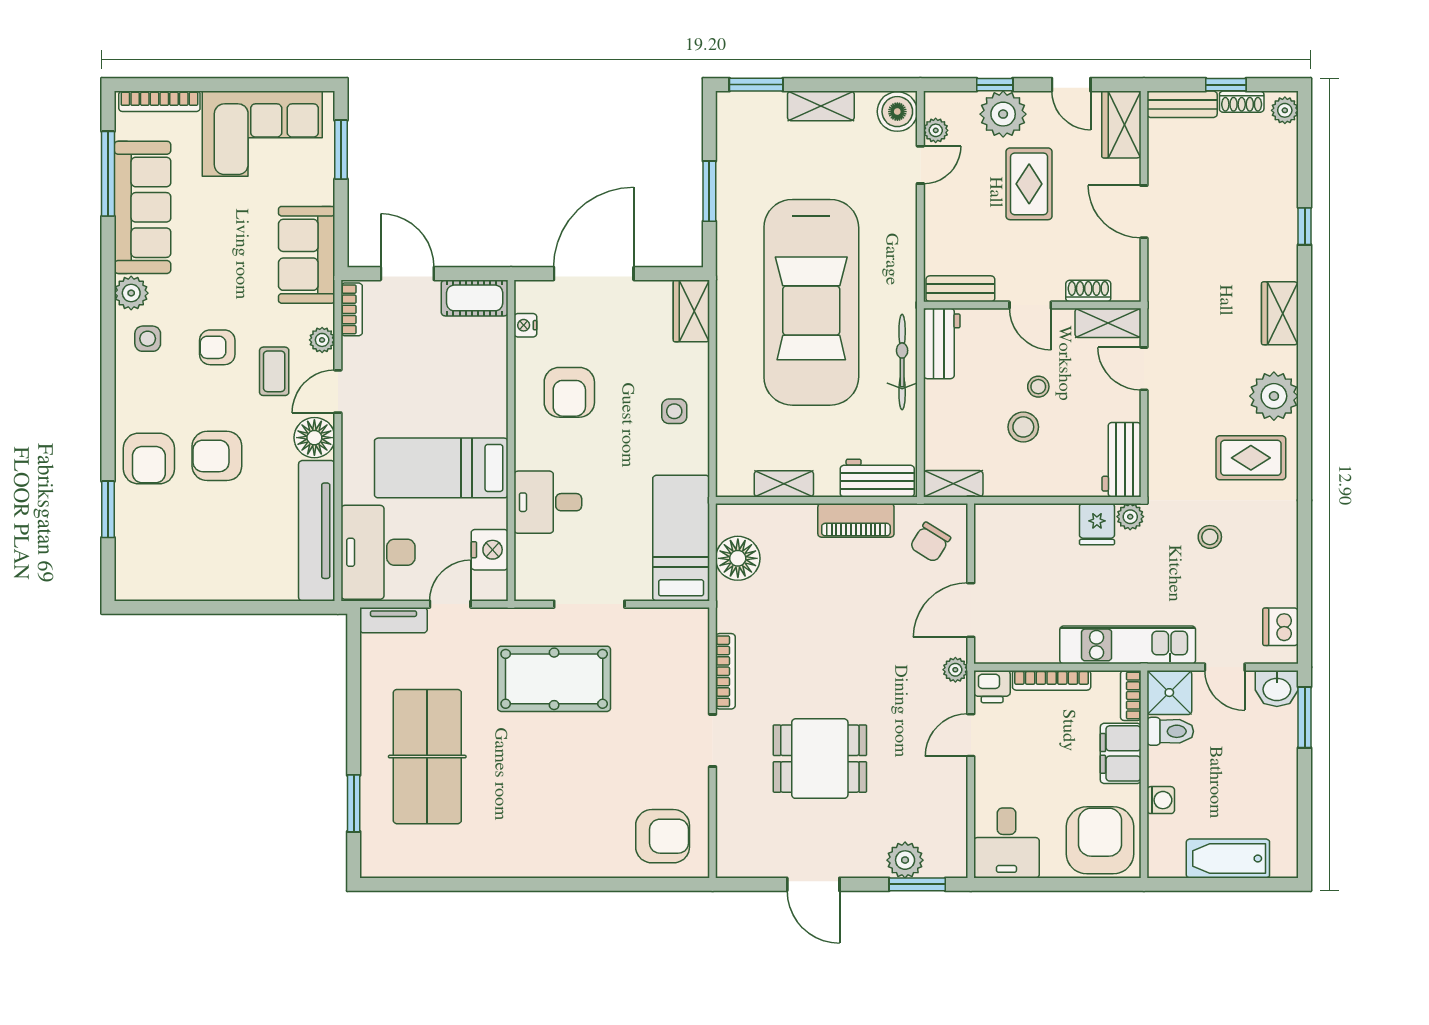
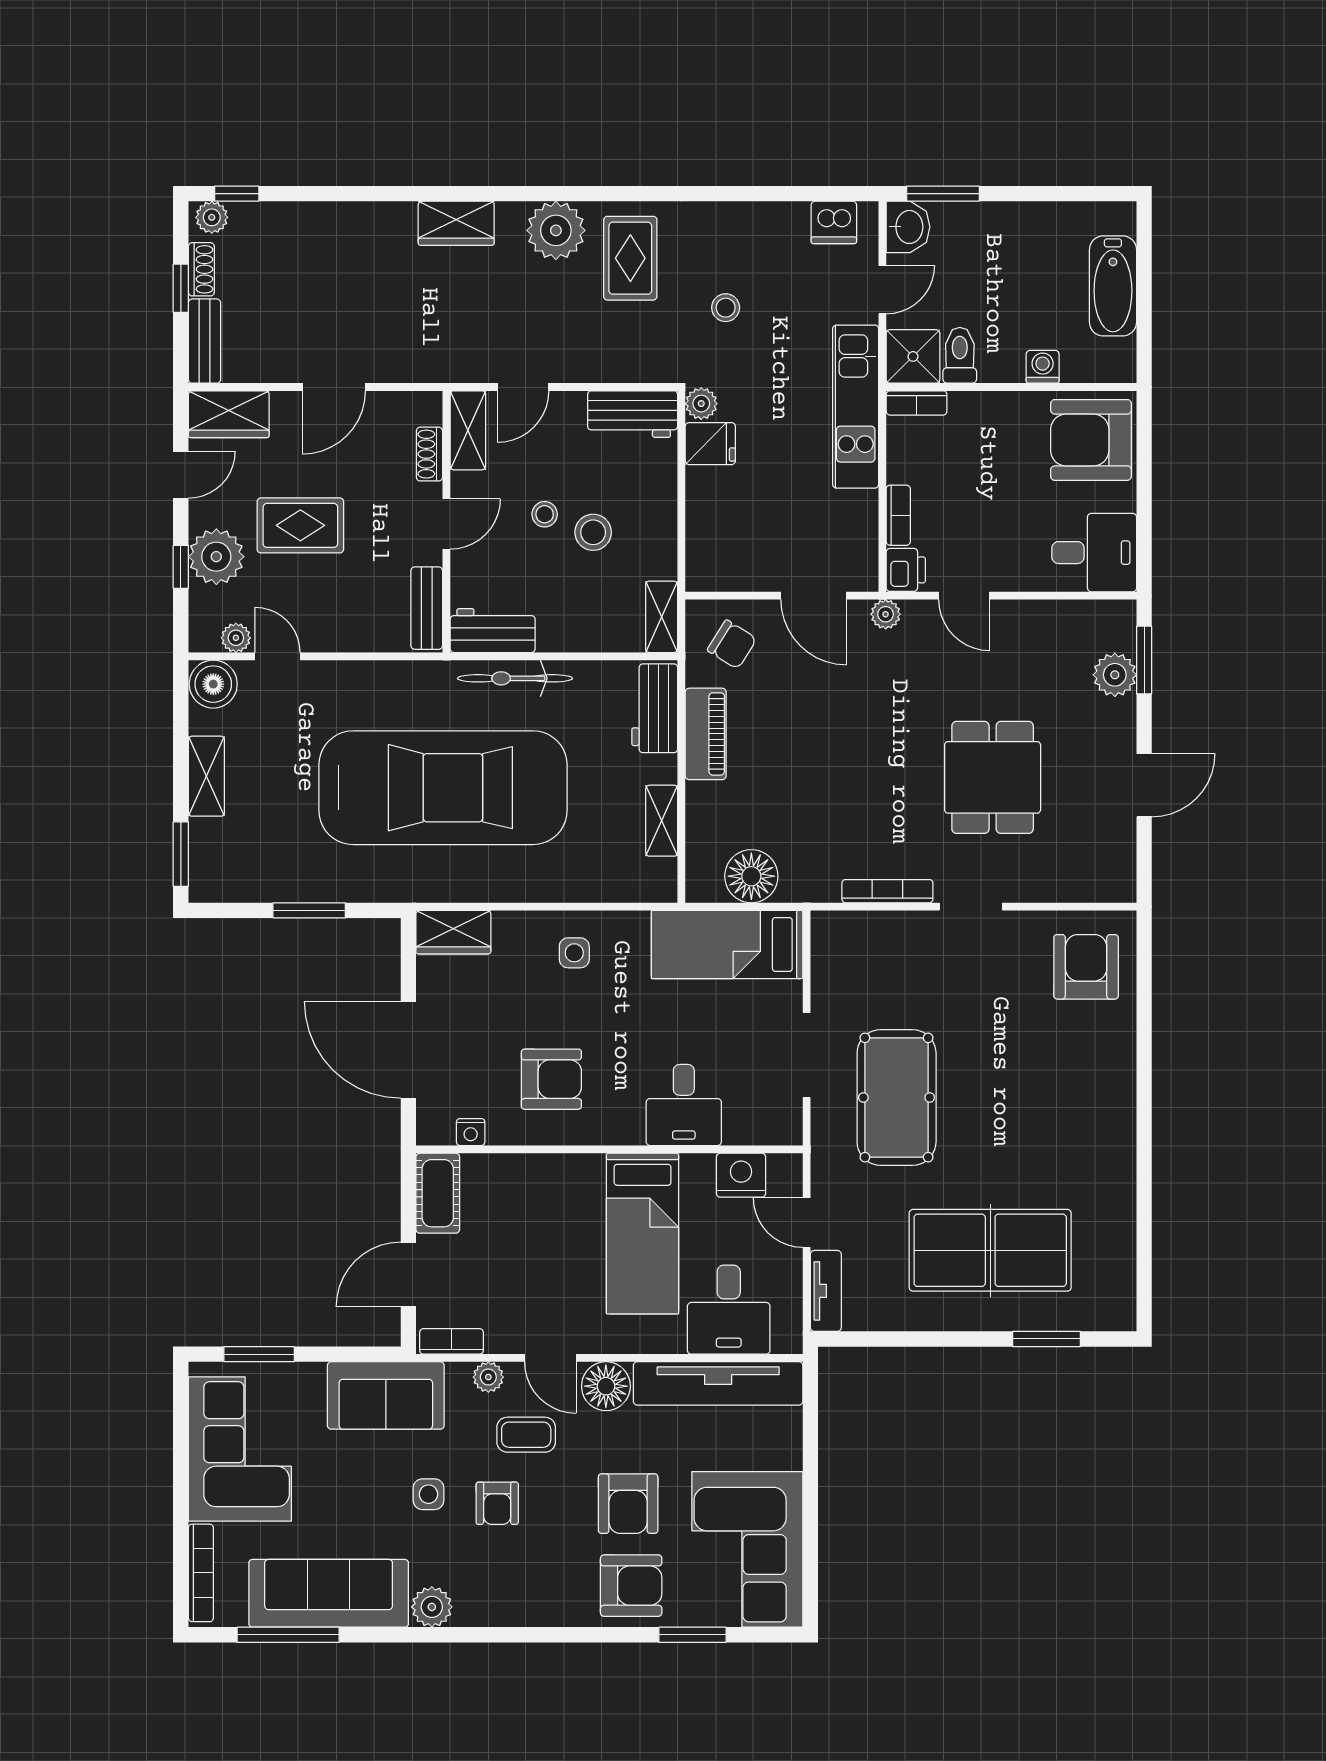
window: (1305, 226) -> (237, 194), moved
side table: (148, 339) -> (428, 1494), moved
desk: (378, 552) -> (729, 1310), width x0.73
corner sofa: (179, 555) -> (747, 1549), added
bookcase: (1052, 680) -> (898, 515), width x0.64
filing cabinet: (1121, 753) -> (986, 415), removed

